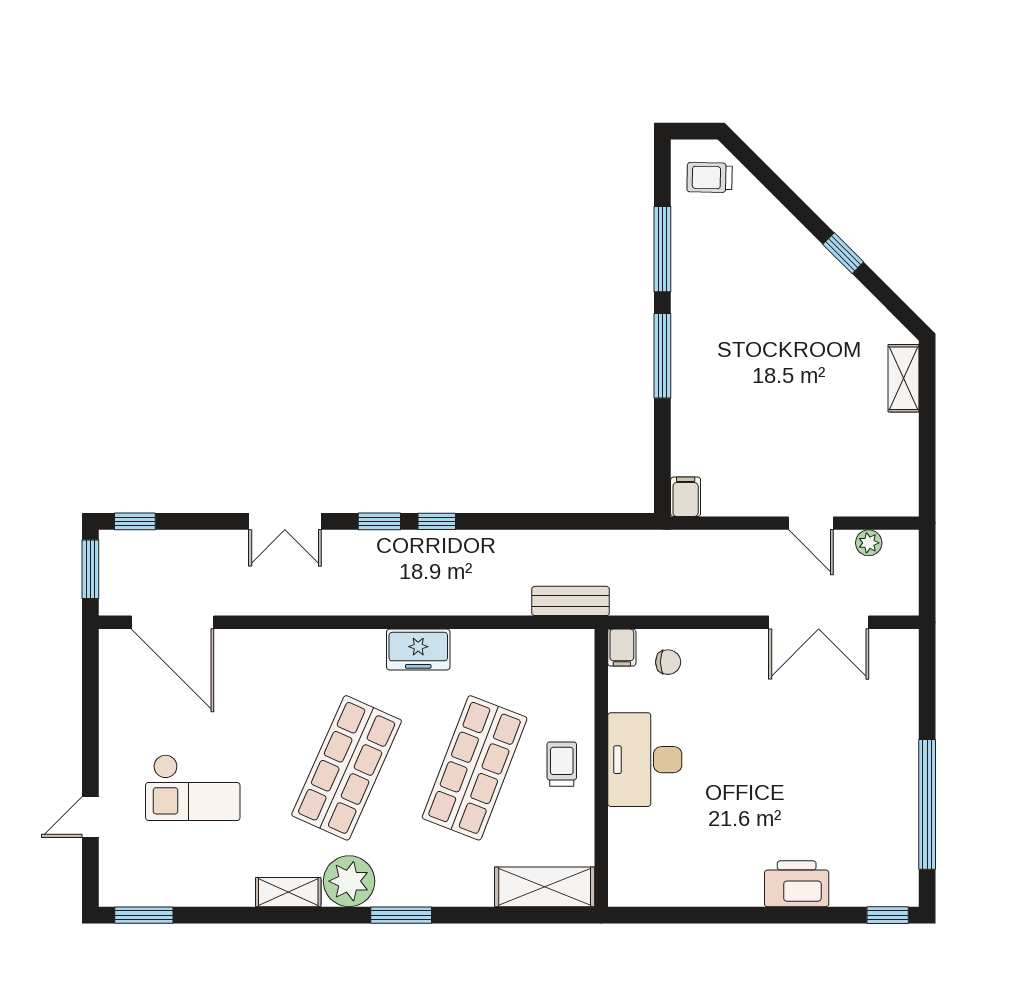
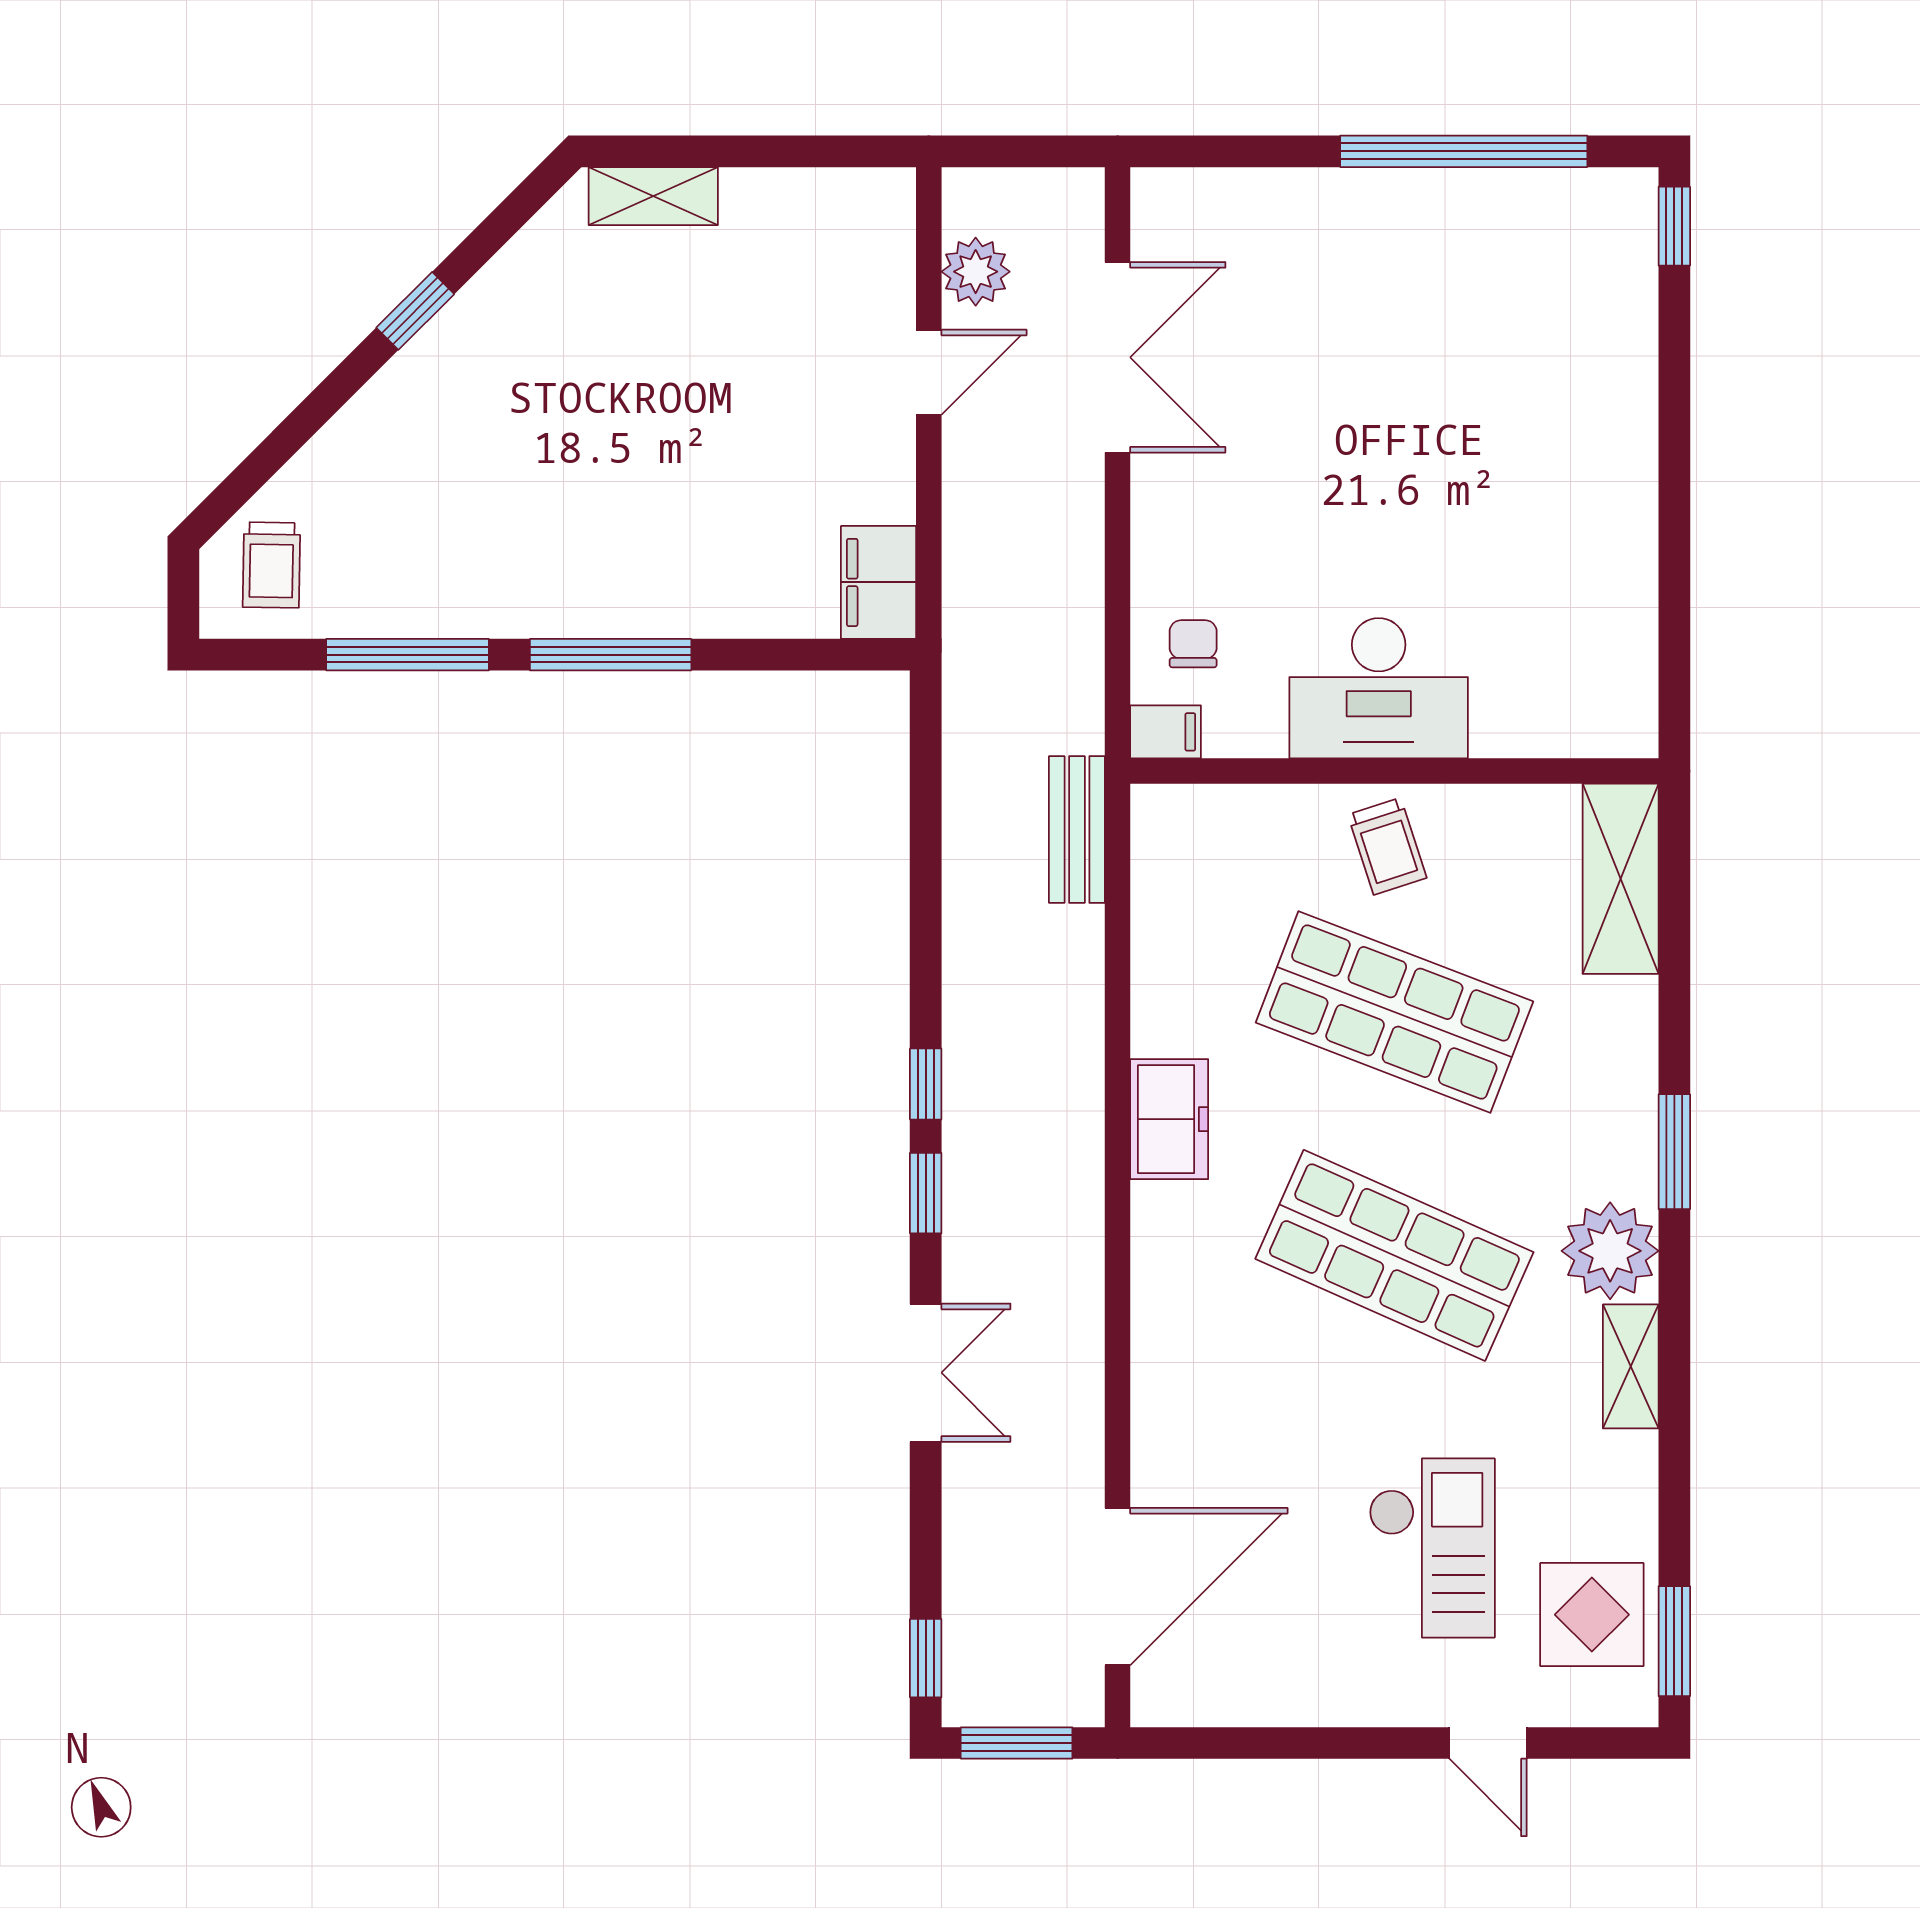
filing cabinet: (686, 497) -> (879, 582), width x2.00
plant: (869, 543) -> (976, 272), width x1.38, depth x1.38
trolley: (562, 764) -> (1387, 846), turned -108
display table: (158, 872) -> (1592, 1615), added
printer: (797, 884) -> (1615, 399), removed

